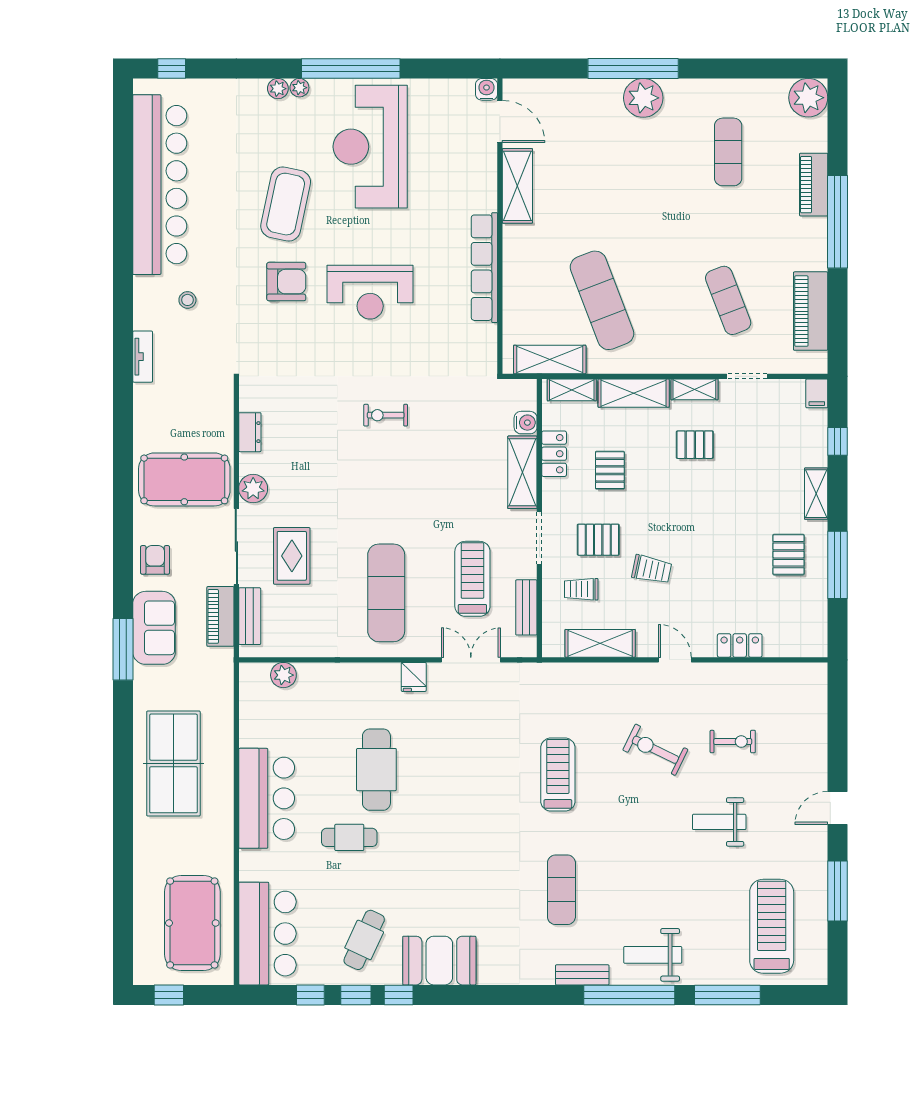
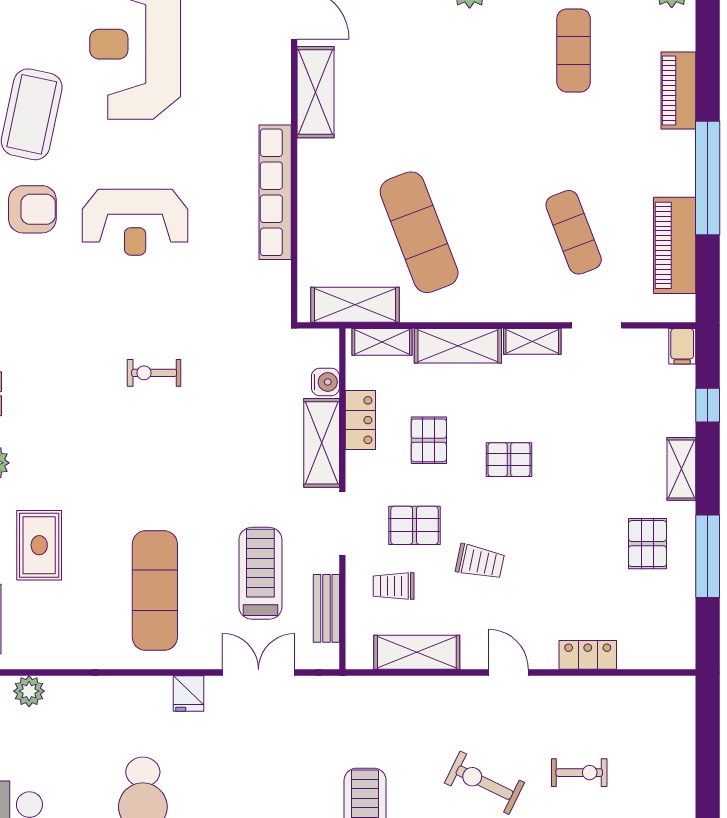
window: (838, 222) -> (708, 178), moved
pallet: (695, 445) -> (509, 460), moved

